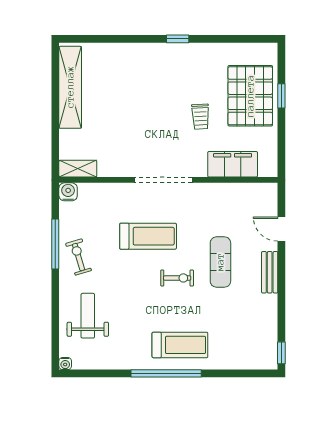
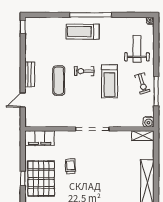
filing cabinet: (233, 164) -> (40, 138), moved
door: (281, 229) -> (23, 100), swing flipped
treadmill: (148, 236) -> (109, 81), moved, turned -90
weight bench: (88, 316) -> (137, 49), turned 180

